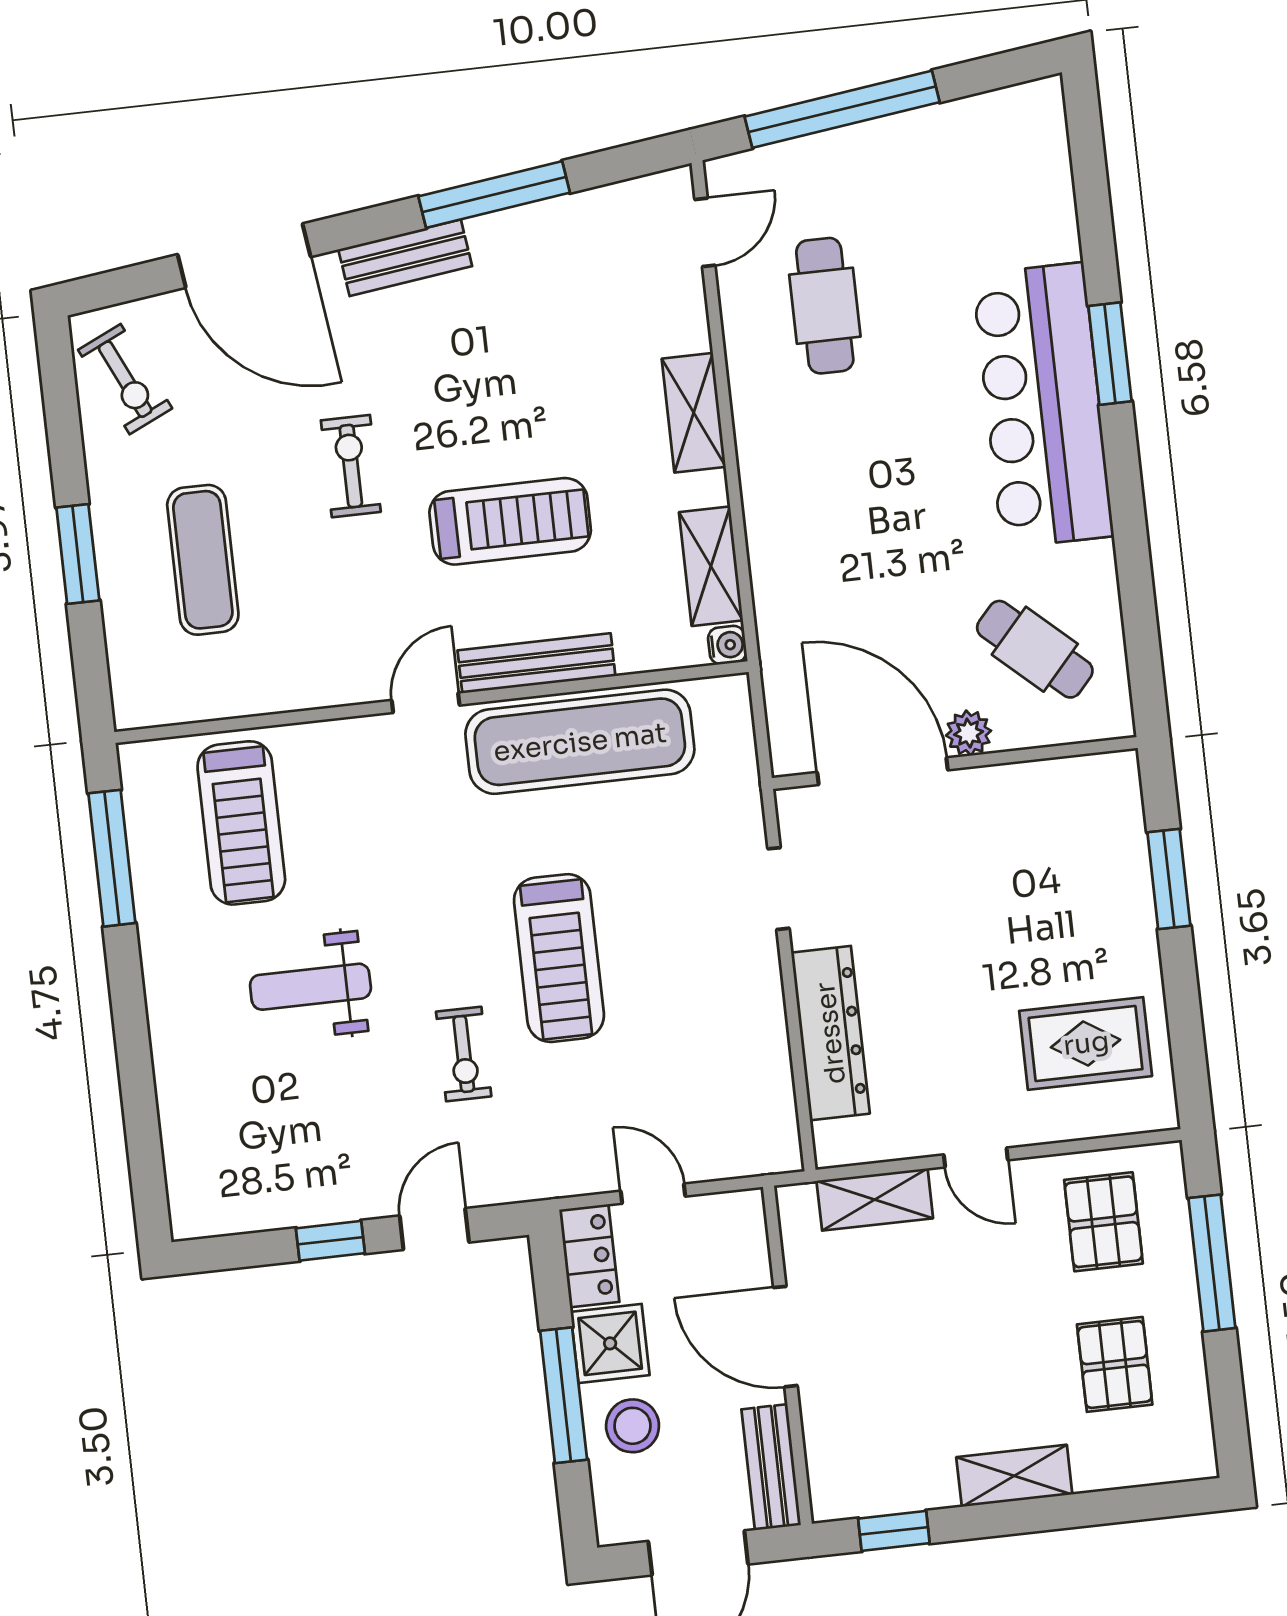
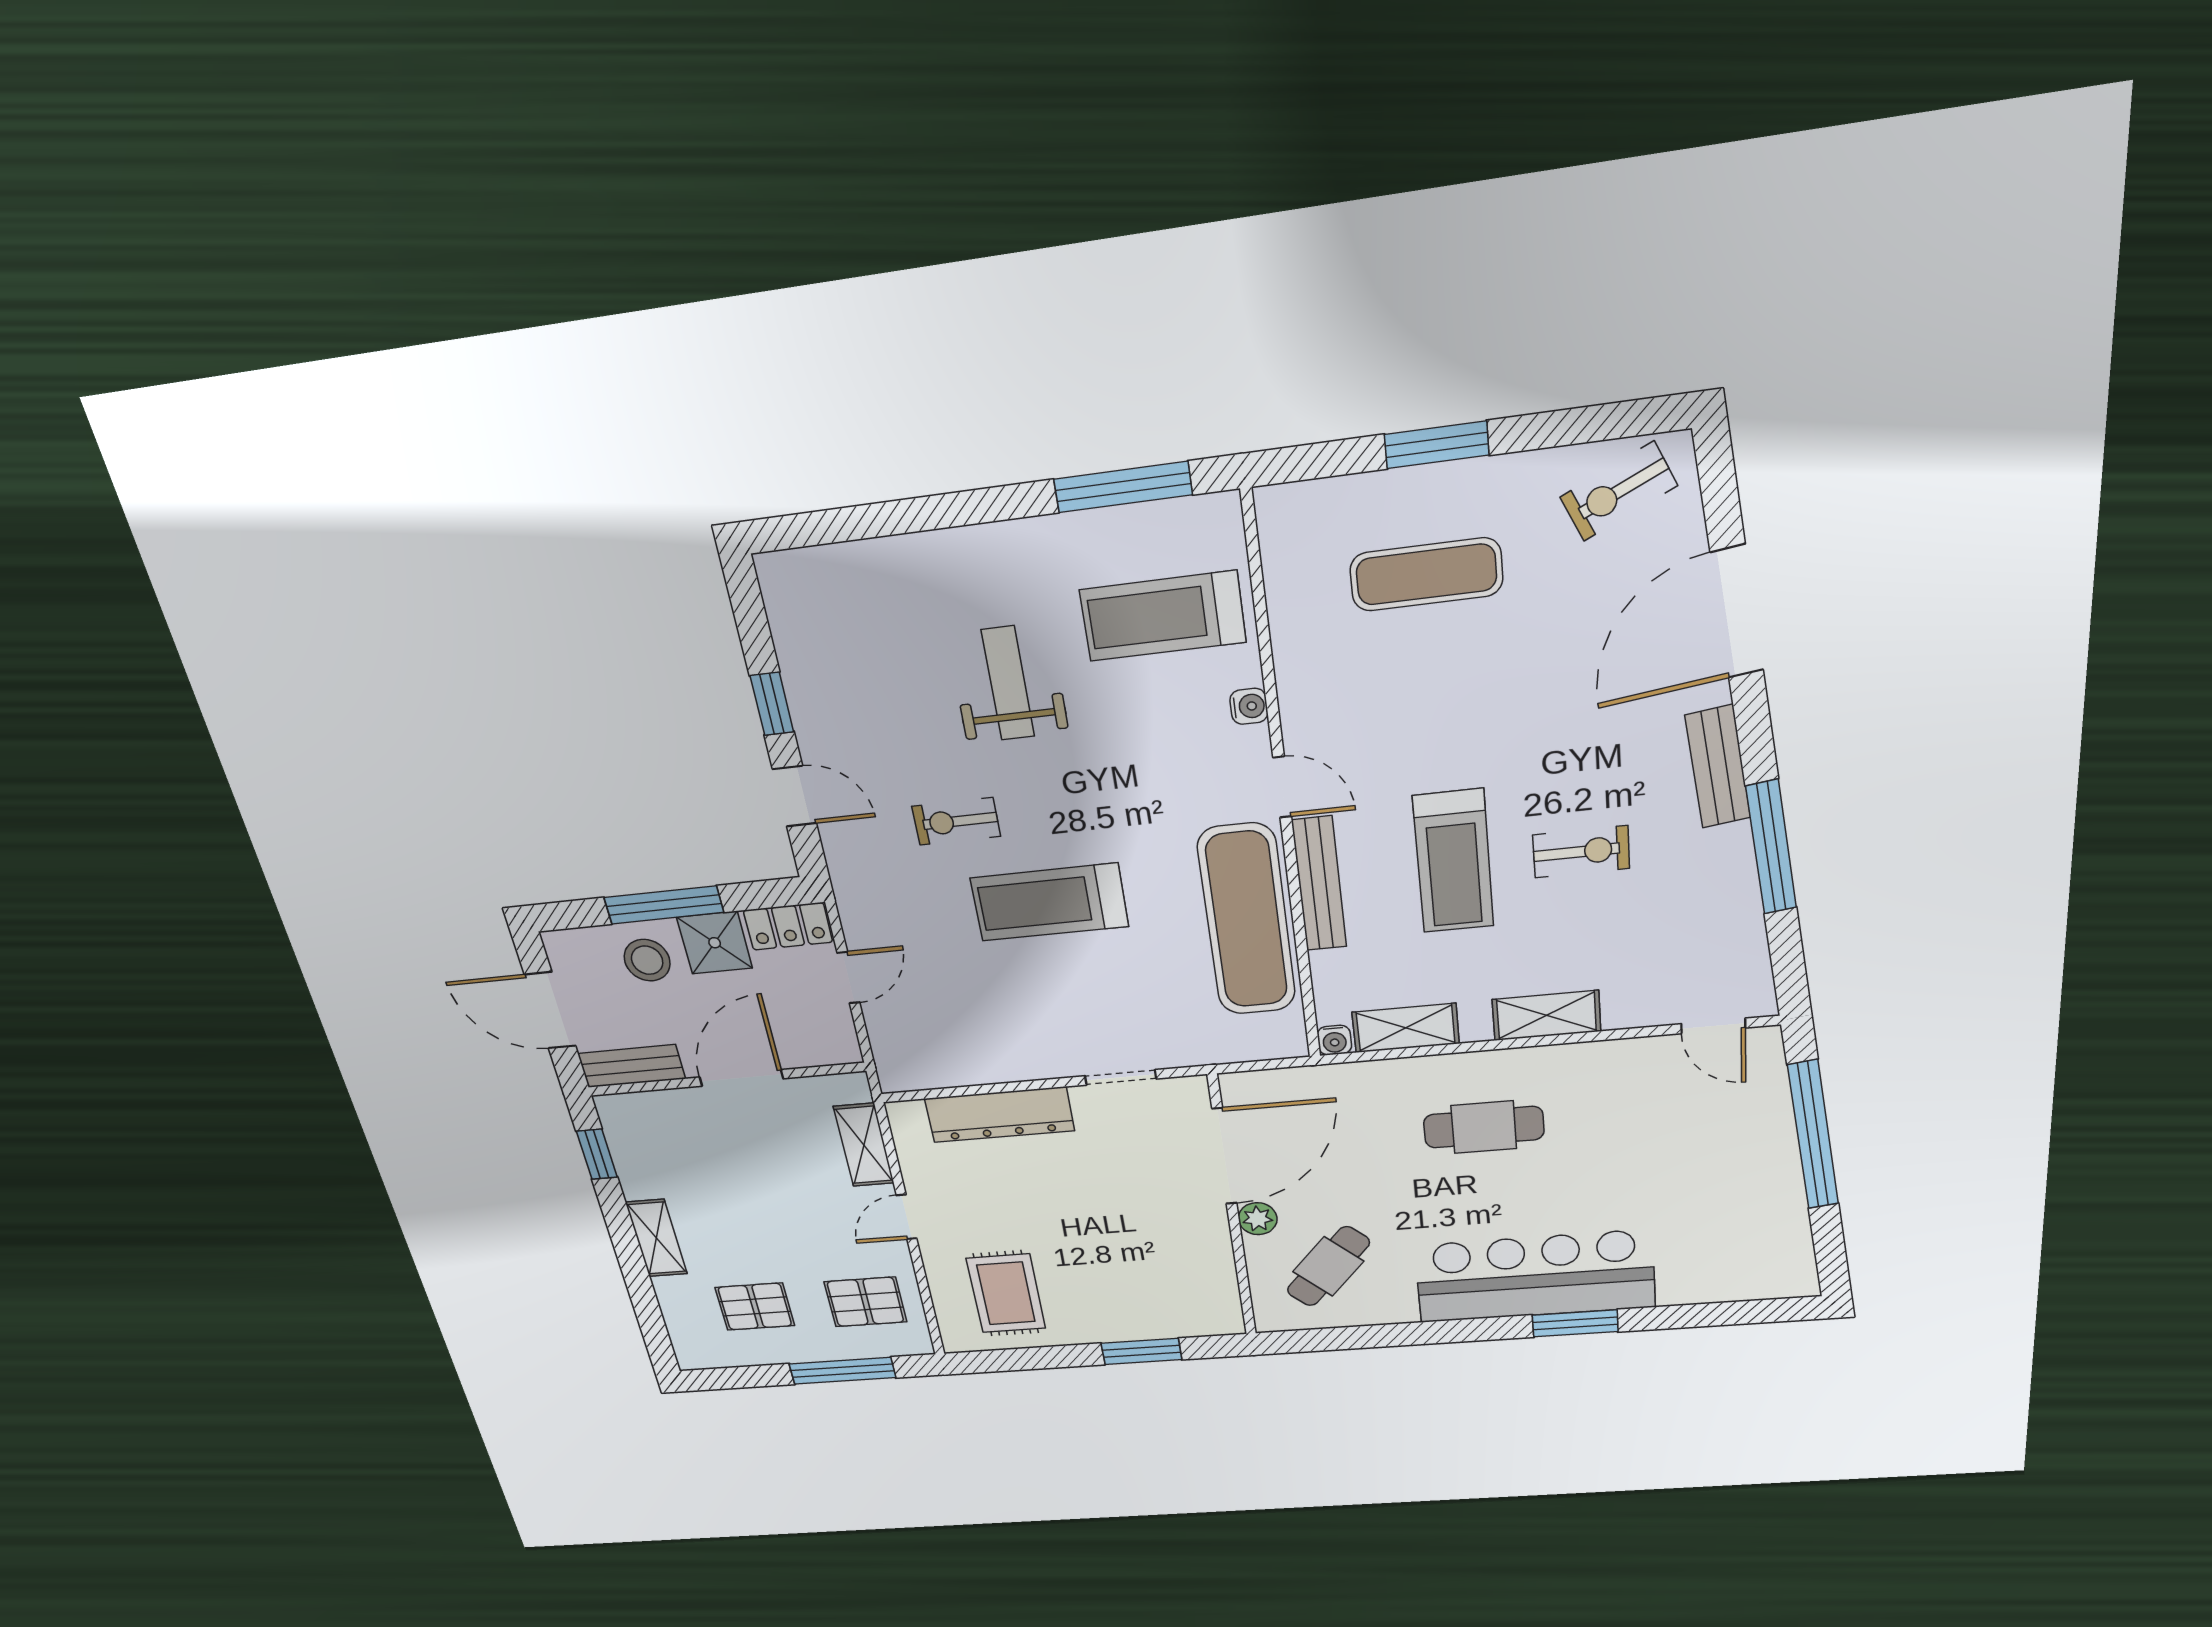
cafe table: (825, 306) -> (1484, 1127), moved
exercise bike: (351, 466) -> (1581, 852), moved
water cooler: (337, 737) -> (1249, 706), added

